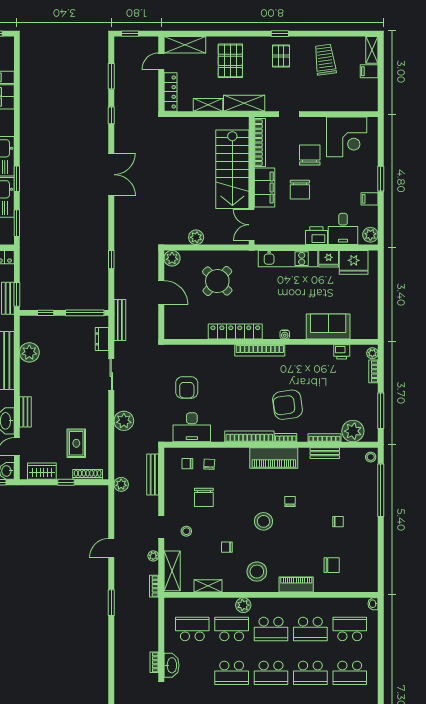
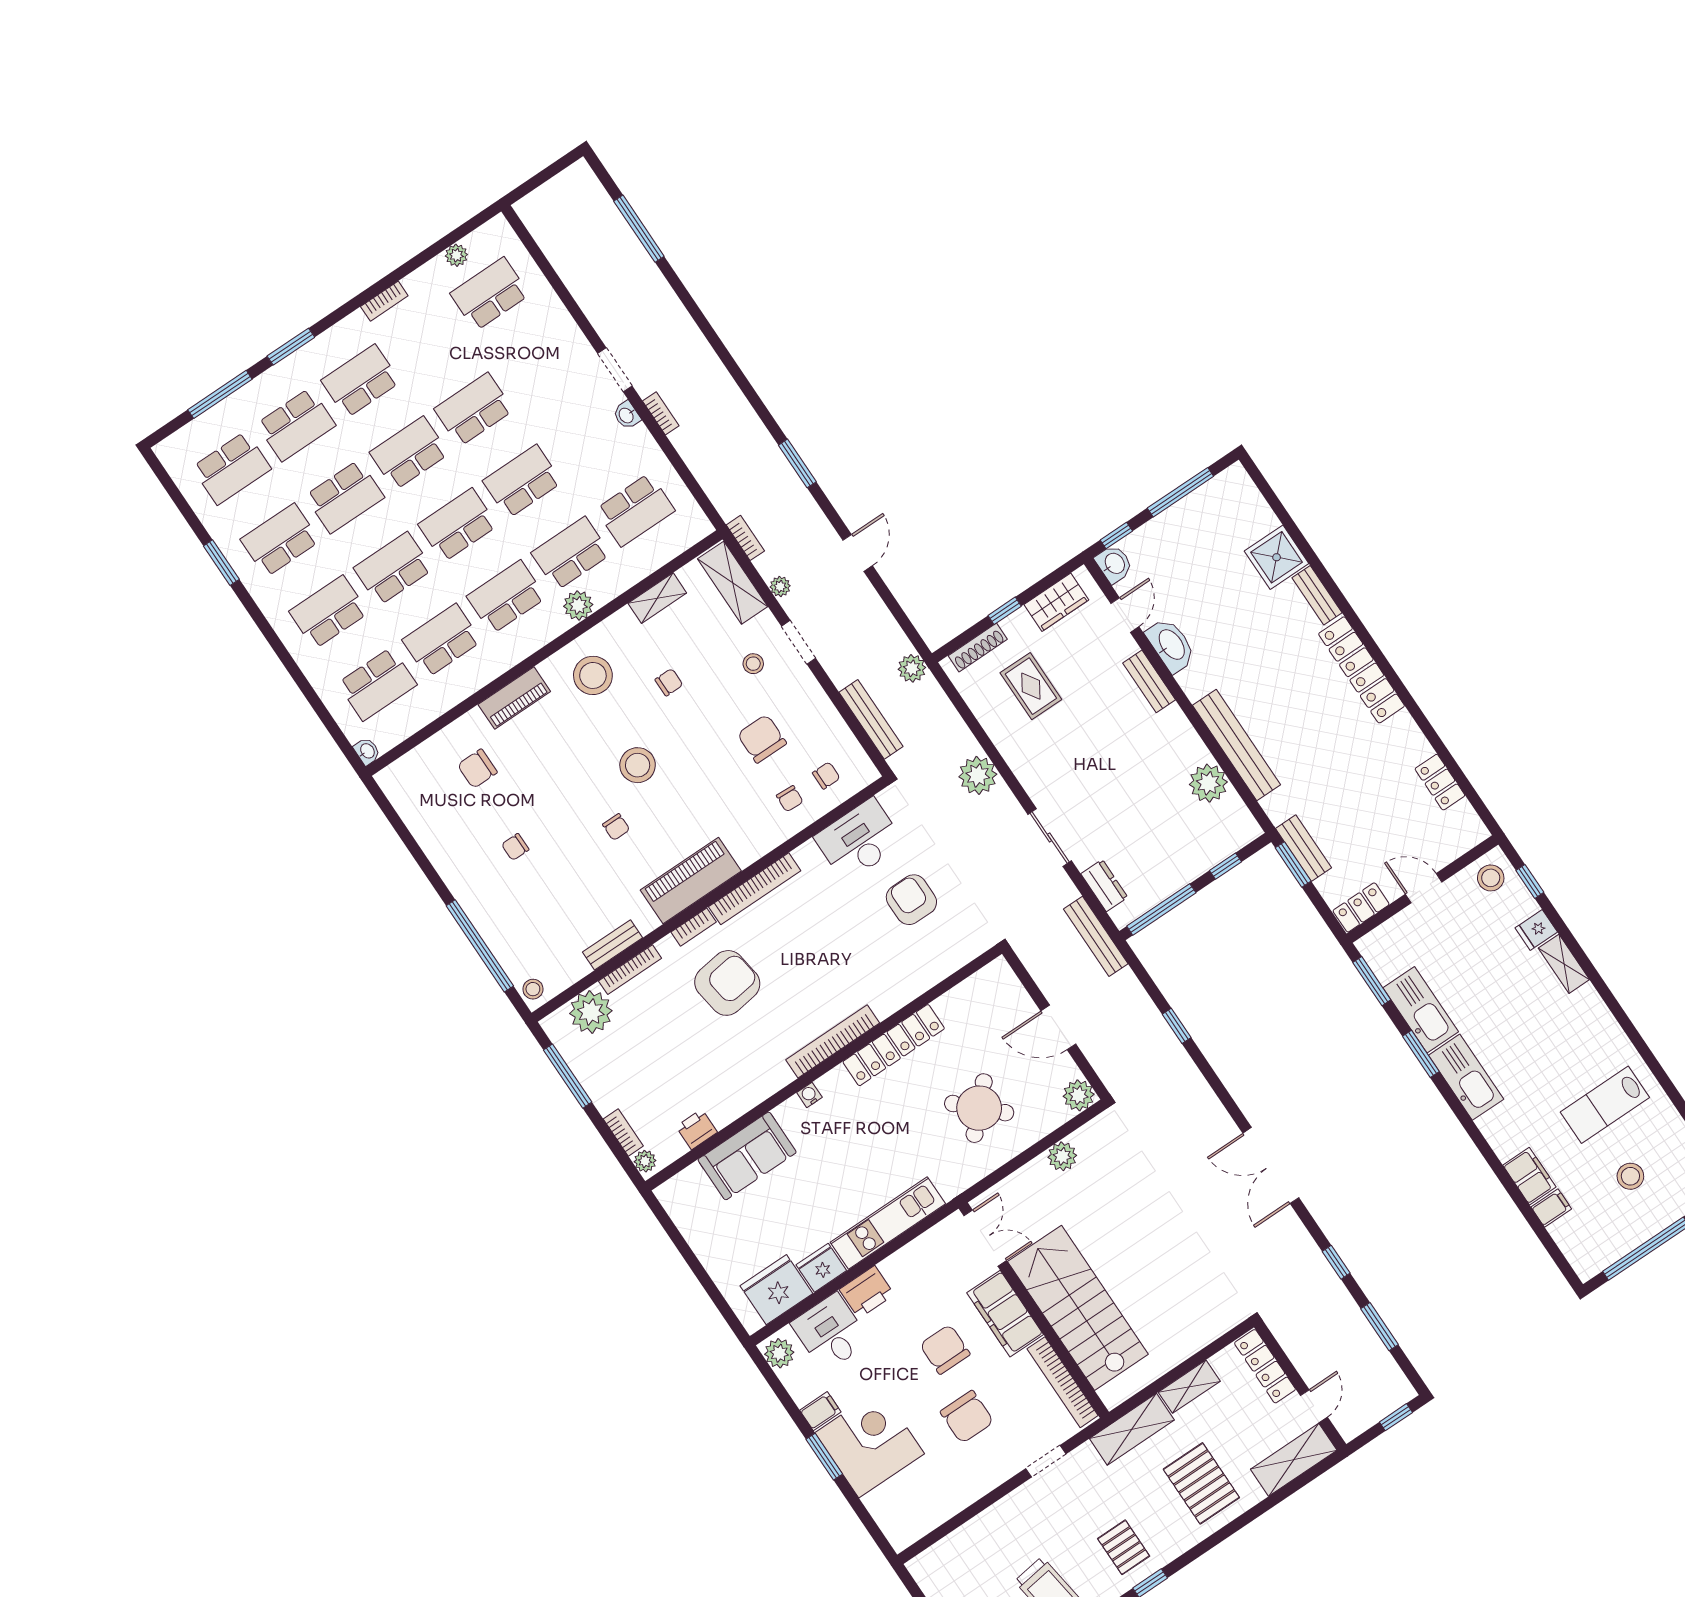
corner desk: (347, 137) -> (870, 1443), moved, turned 90
school desk: (232, 629) -> (571, 553), turned 180
washbasin: (171, 665) -> (627, 415), width x0.52, depth x0.69

